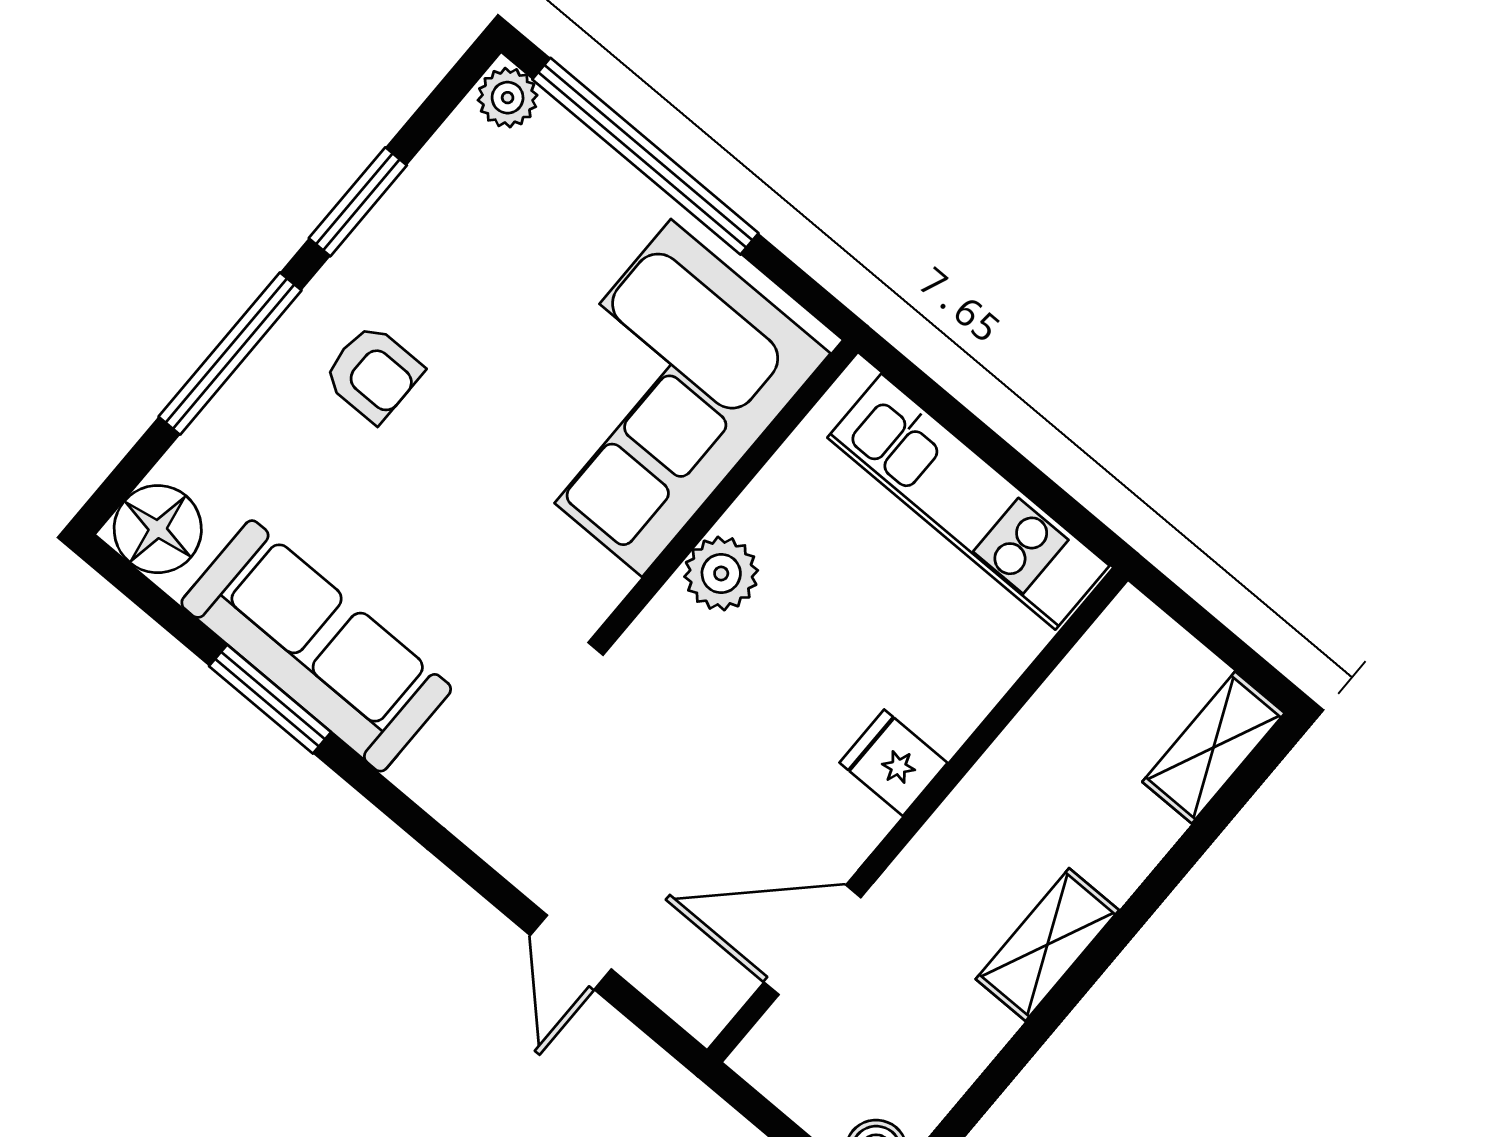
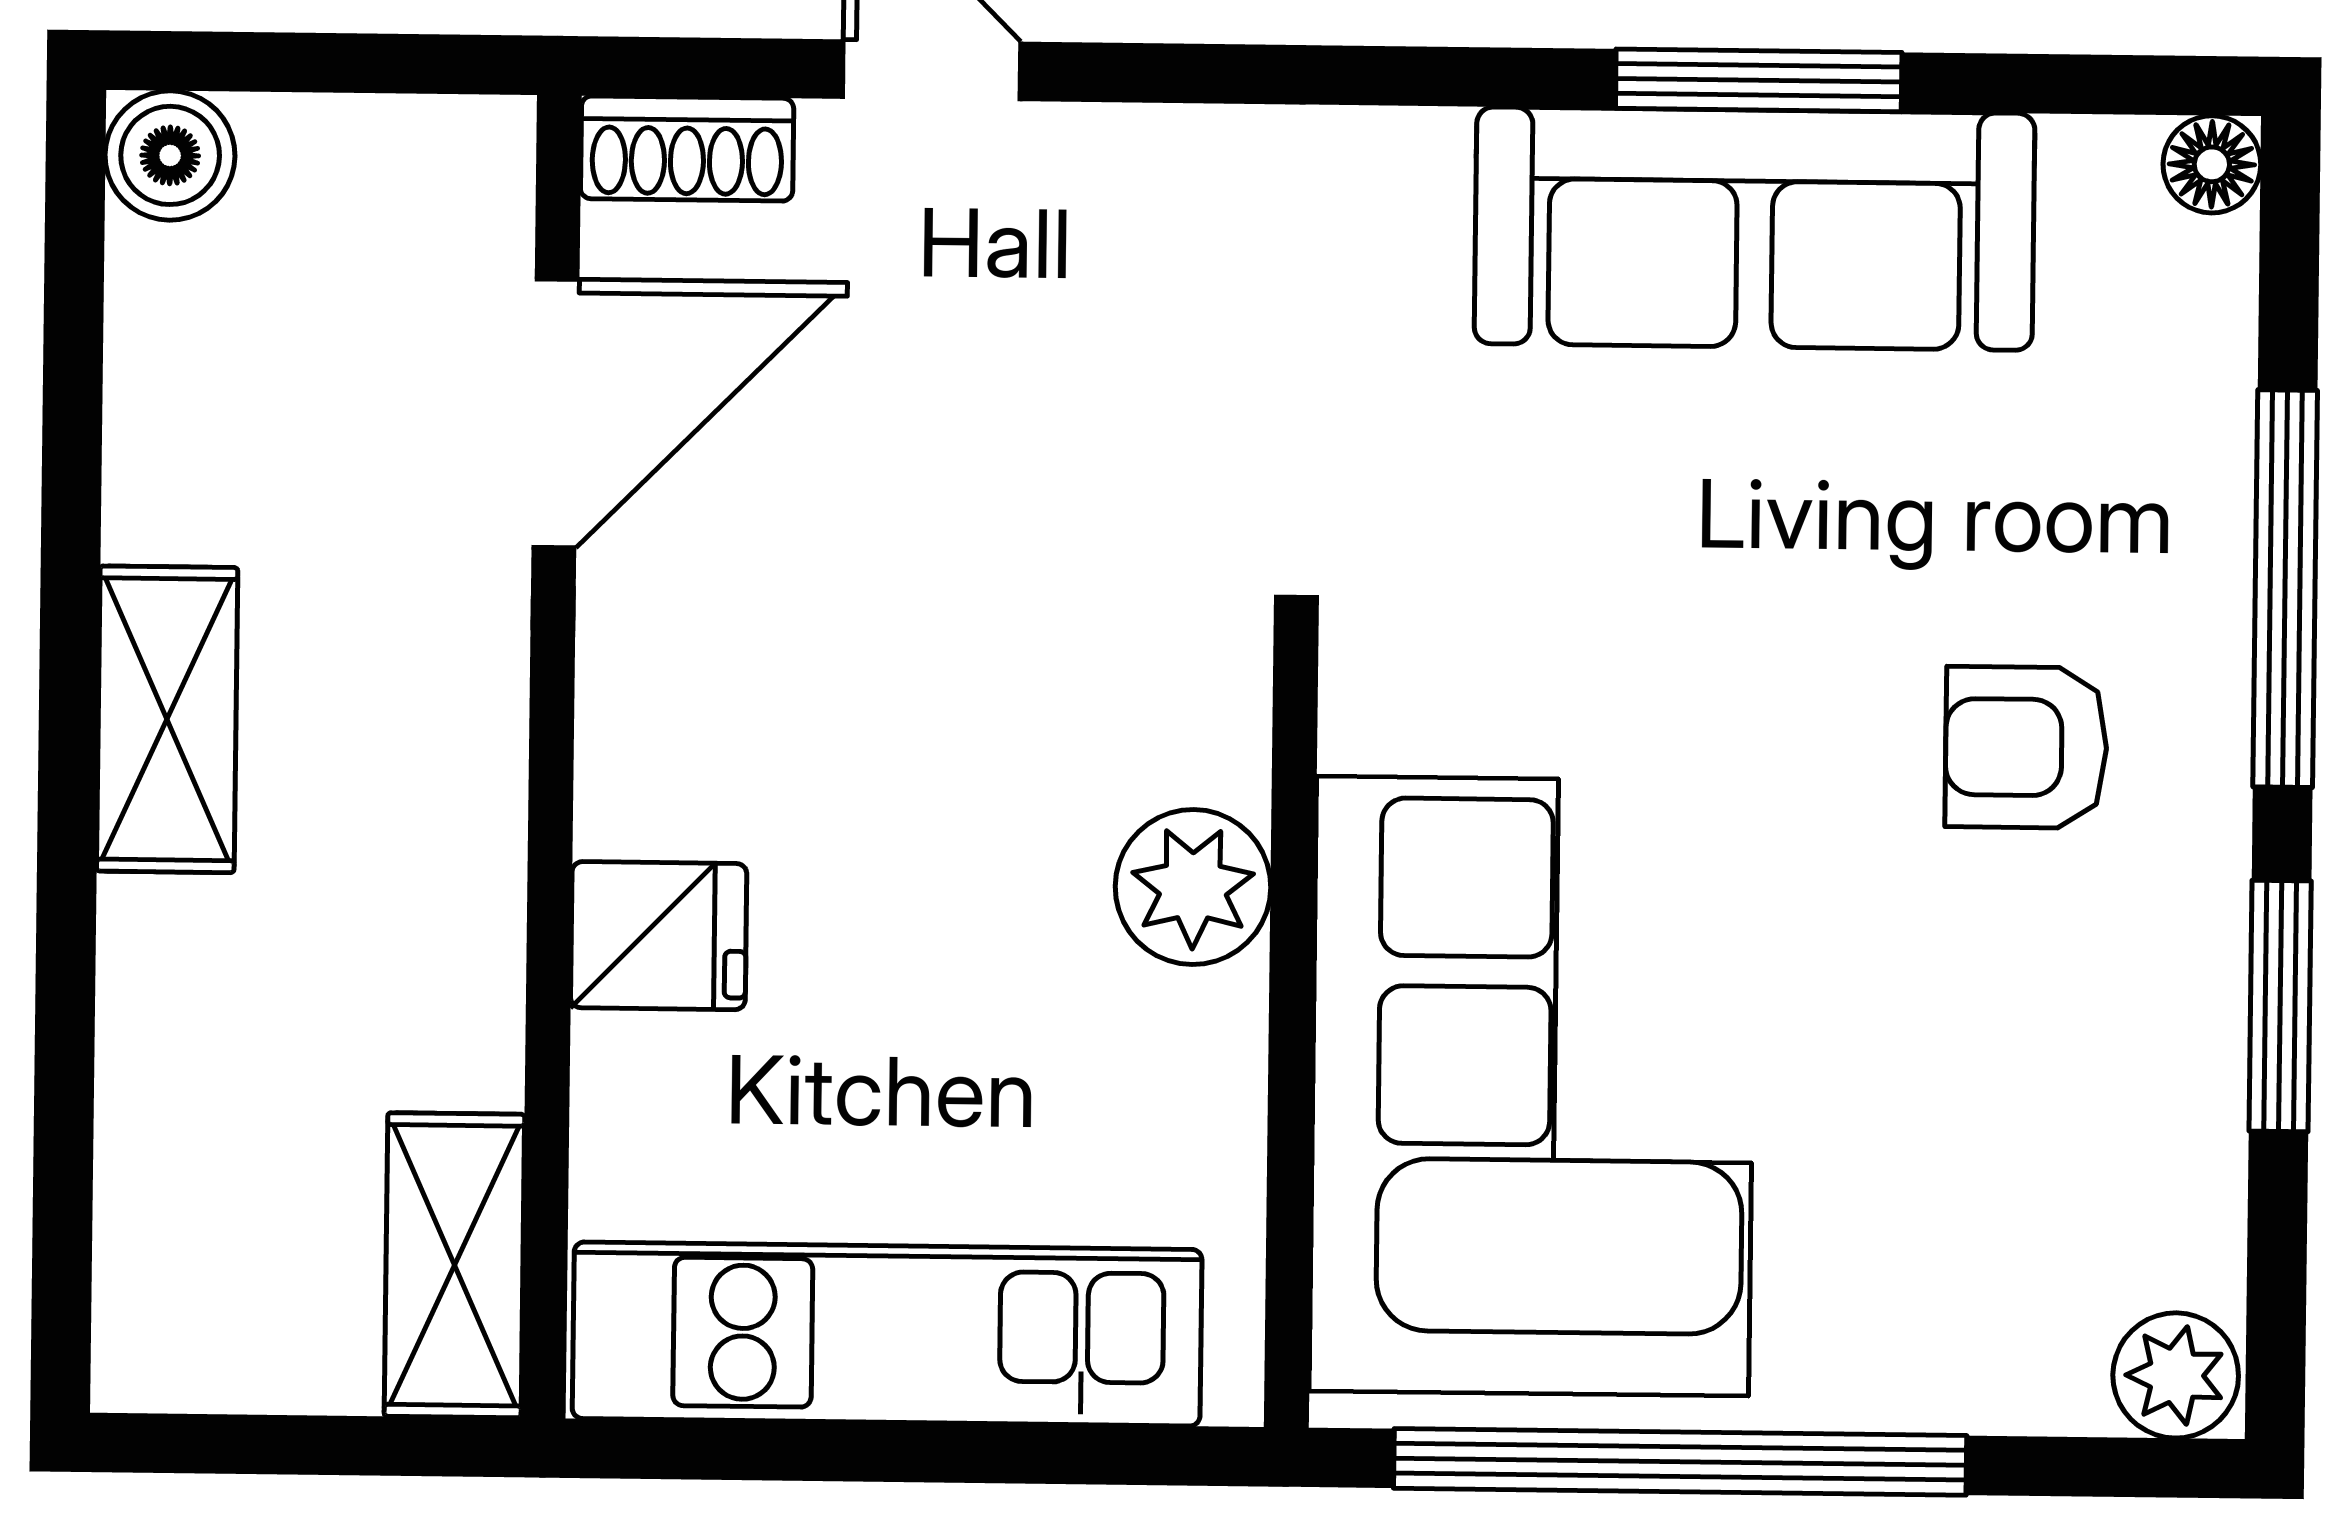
window: (645, 156) -> (1680, 1462), moved
floor lamp: (158, 529) -> (2212, 164), width x0.53, depth x0.53
shelving: (1214, 748) -> (454, 1265), moved
fridge: (893, 763) -> (659, 936), moved
shoe rack: (684, 997) -> (687, 148), added

